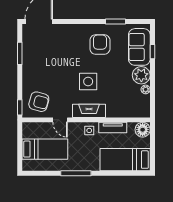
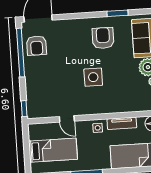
window: (20, 53) -> (20, 53), width x2.11
armchair: (39, 102) -> (37, 46), moved, turned 75
fireplace: (89, 111) -> (96, 107), removed

